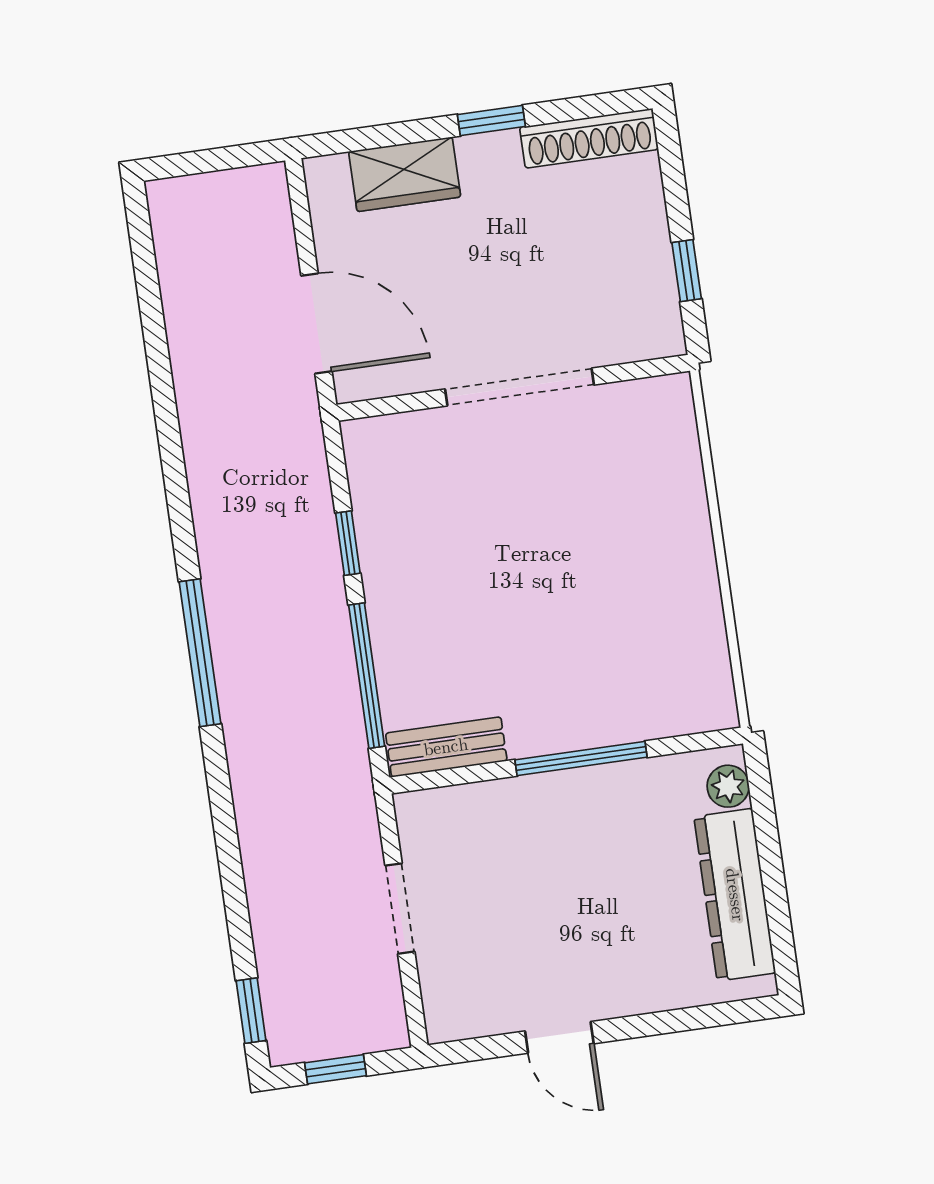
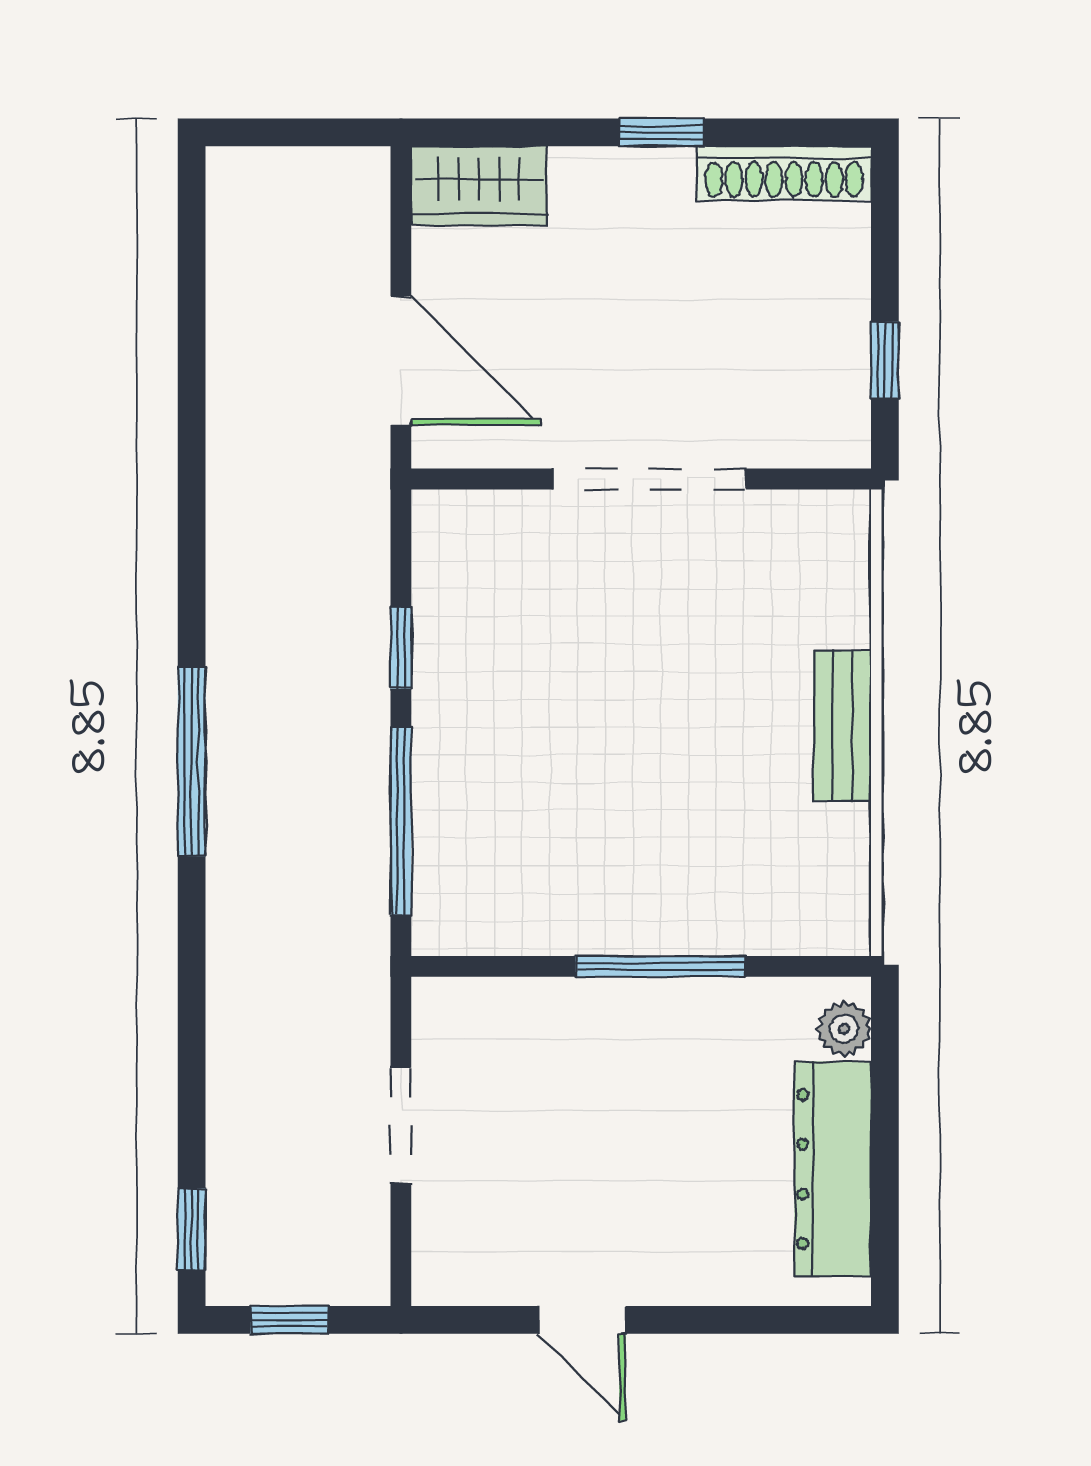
wardrobe: (405, 174) -> (479, 185), moved
bench: (446, 747) -> (842, 726), moved, turned 90

